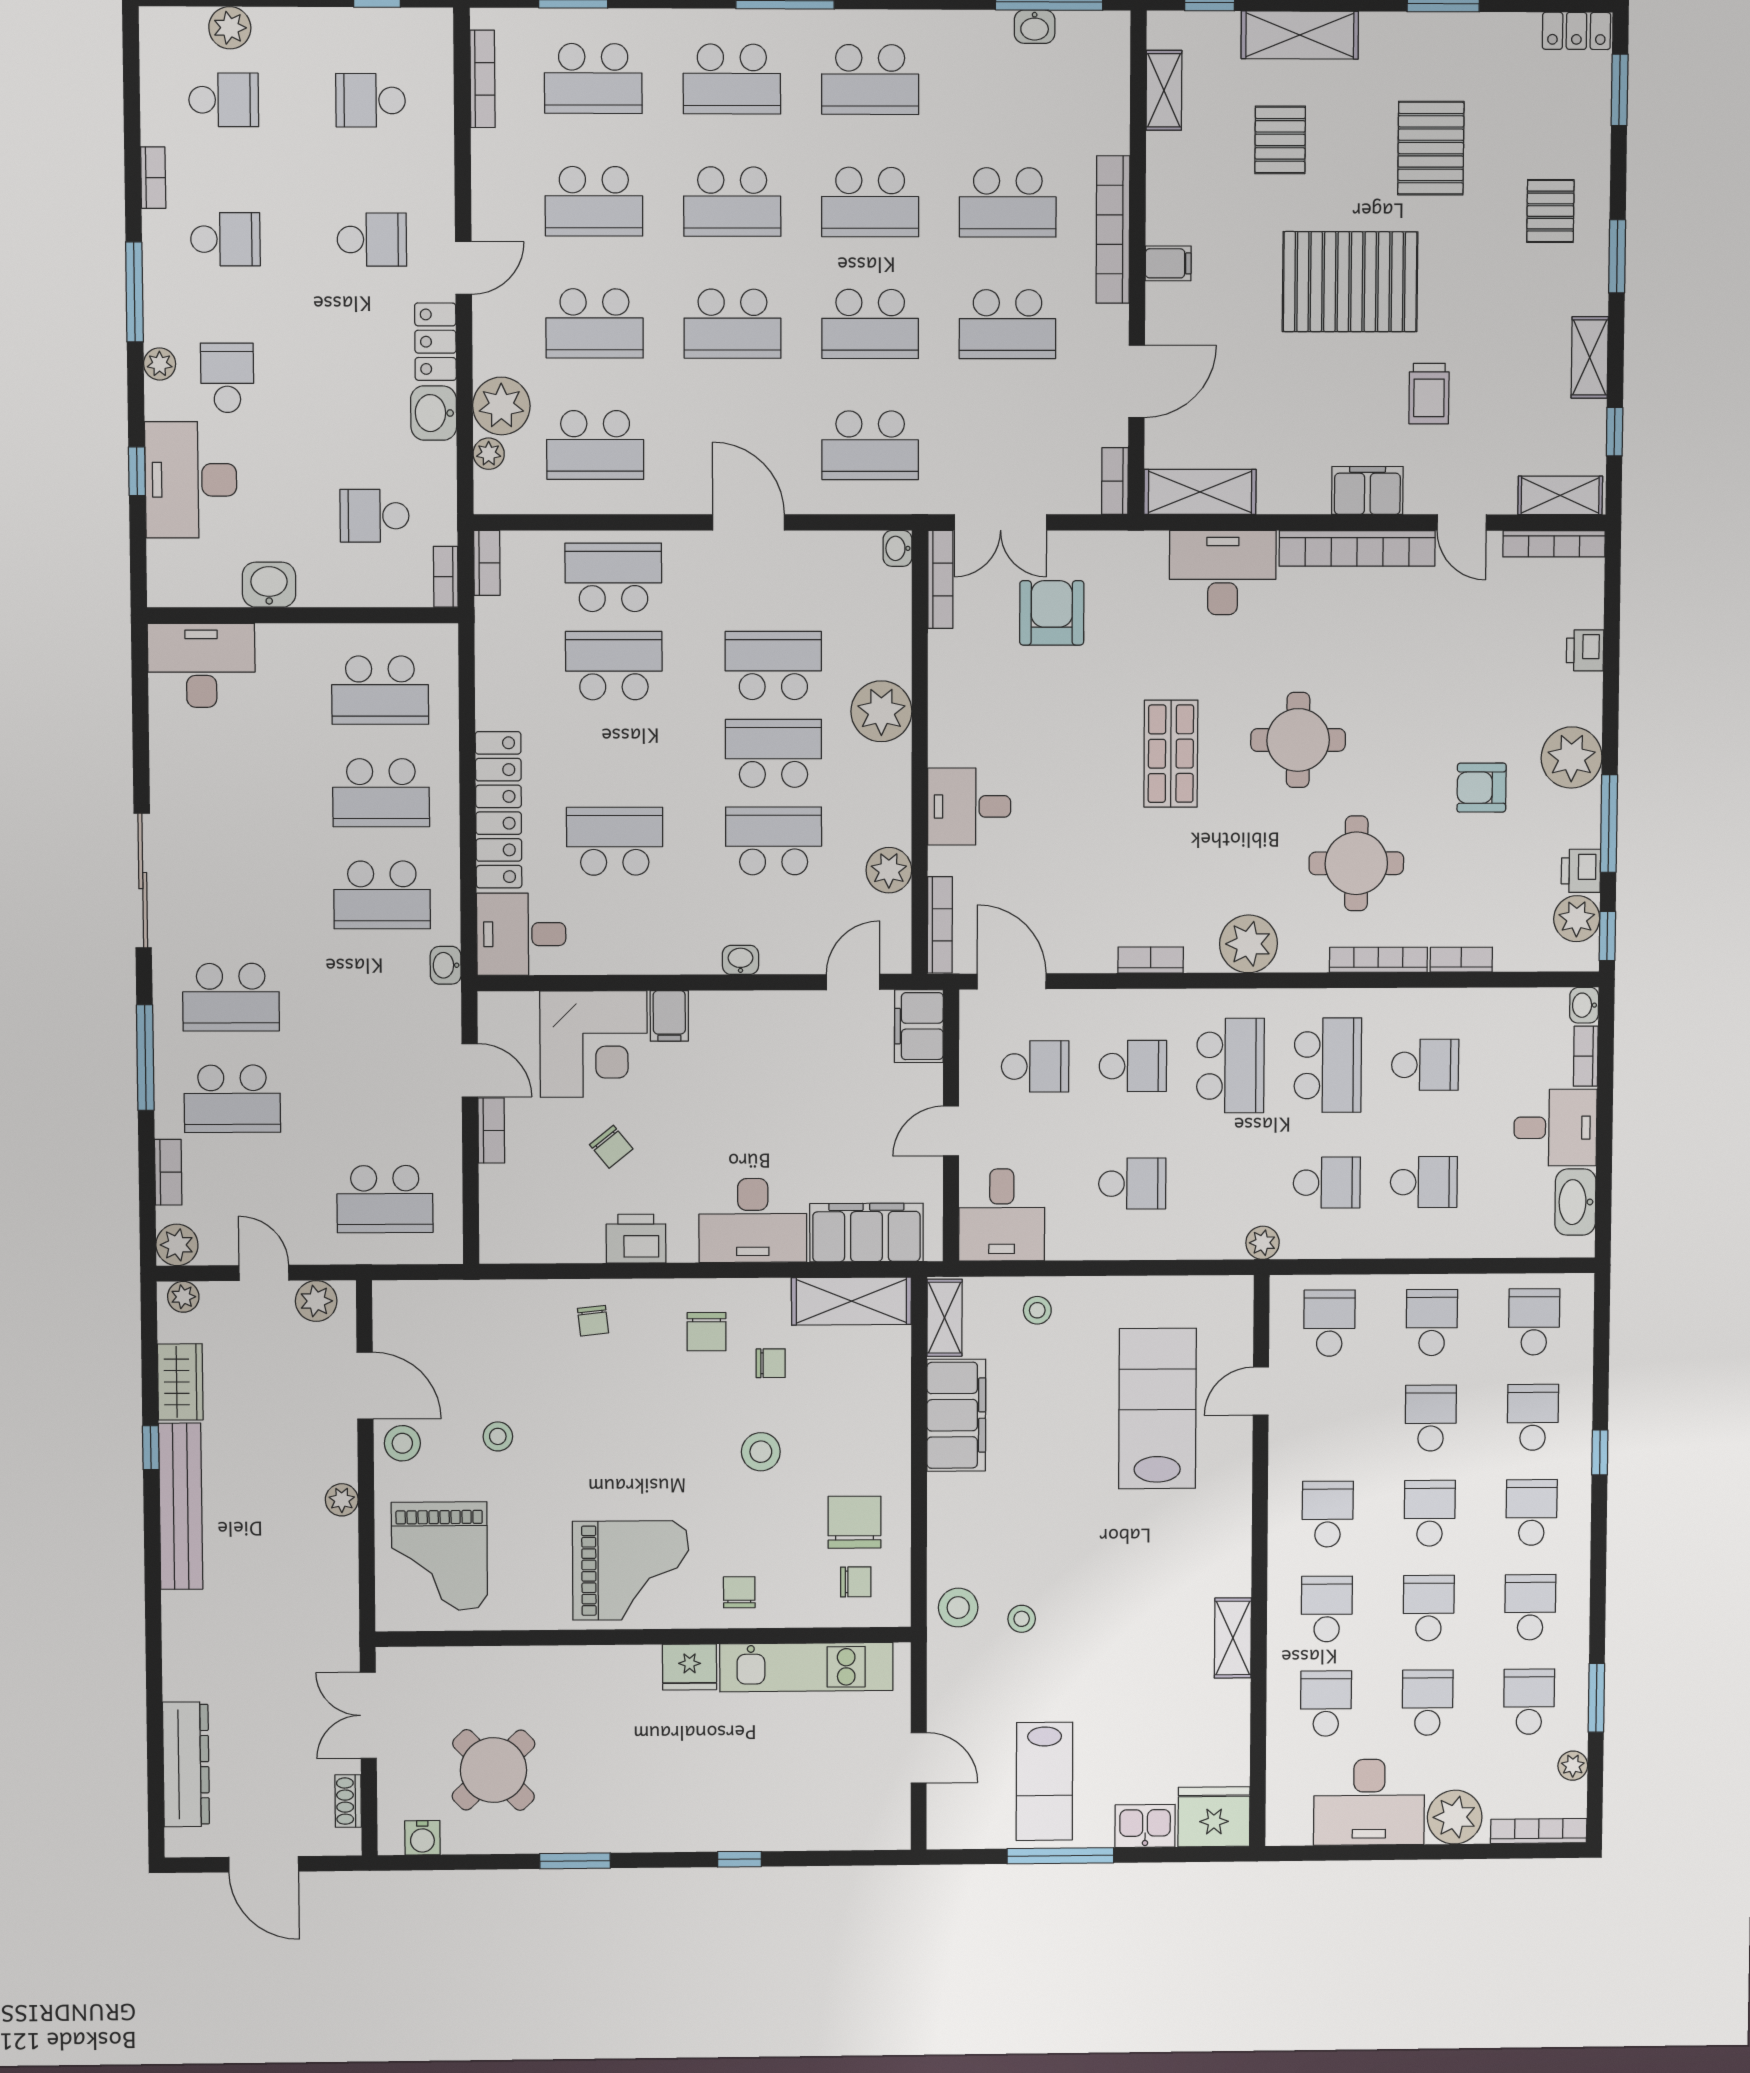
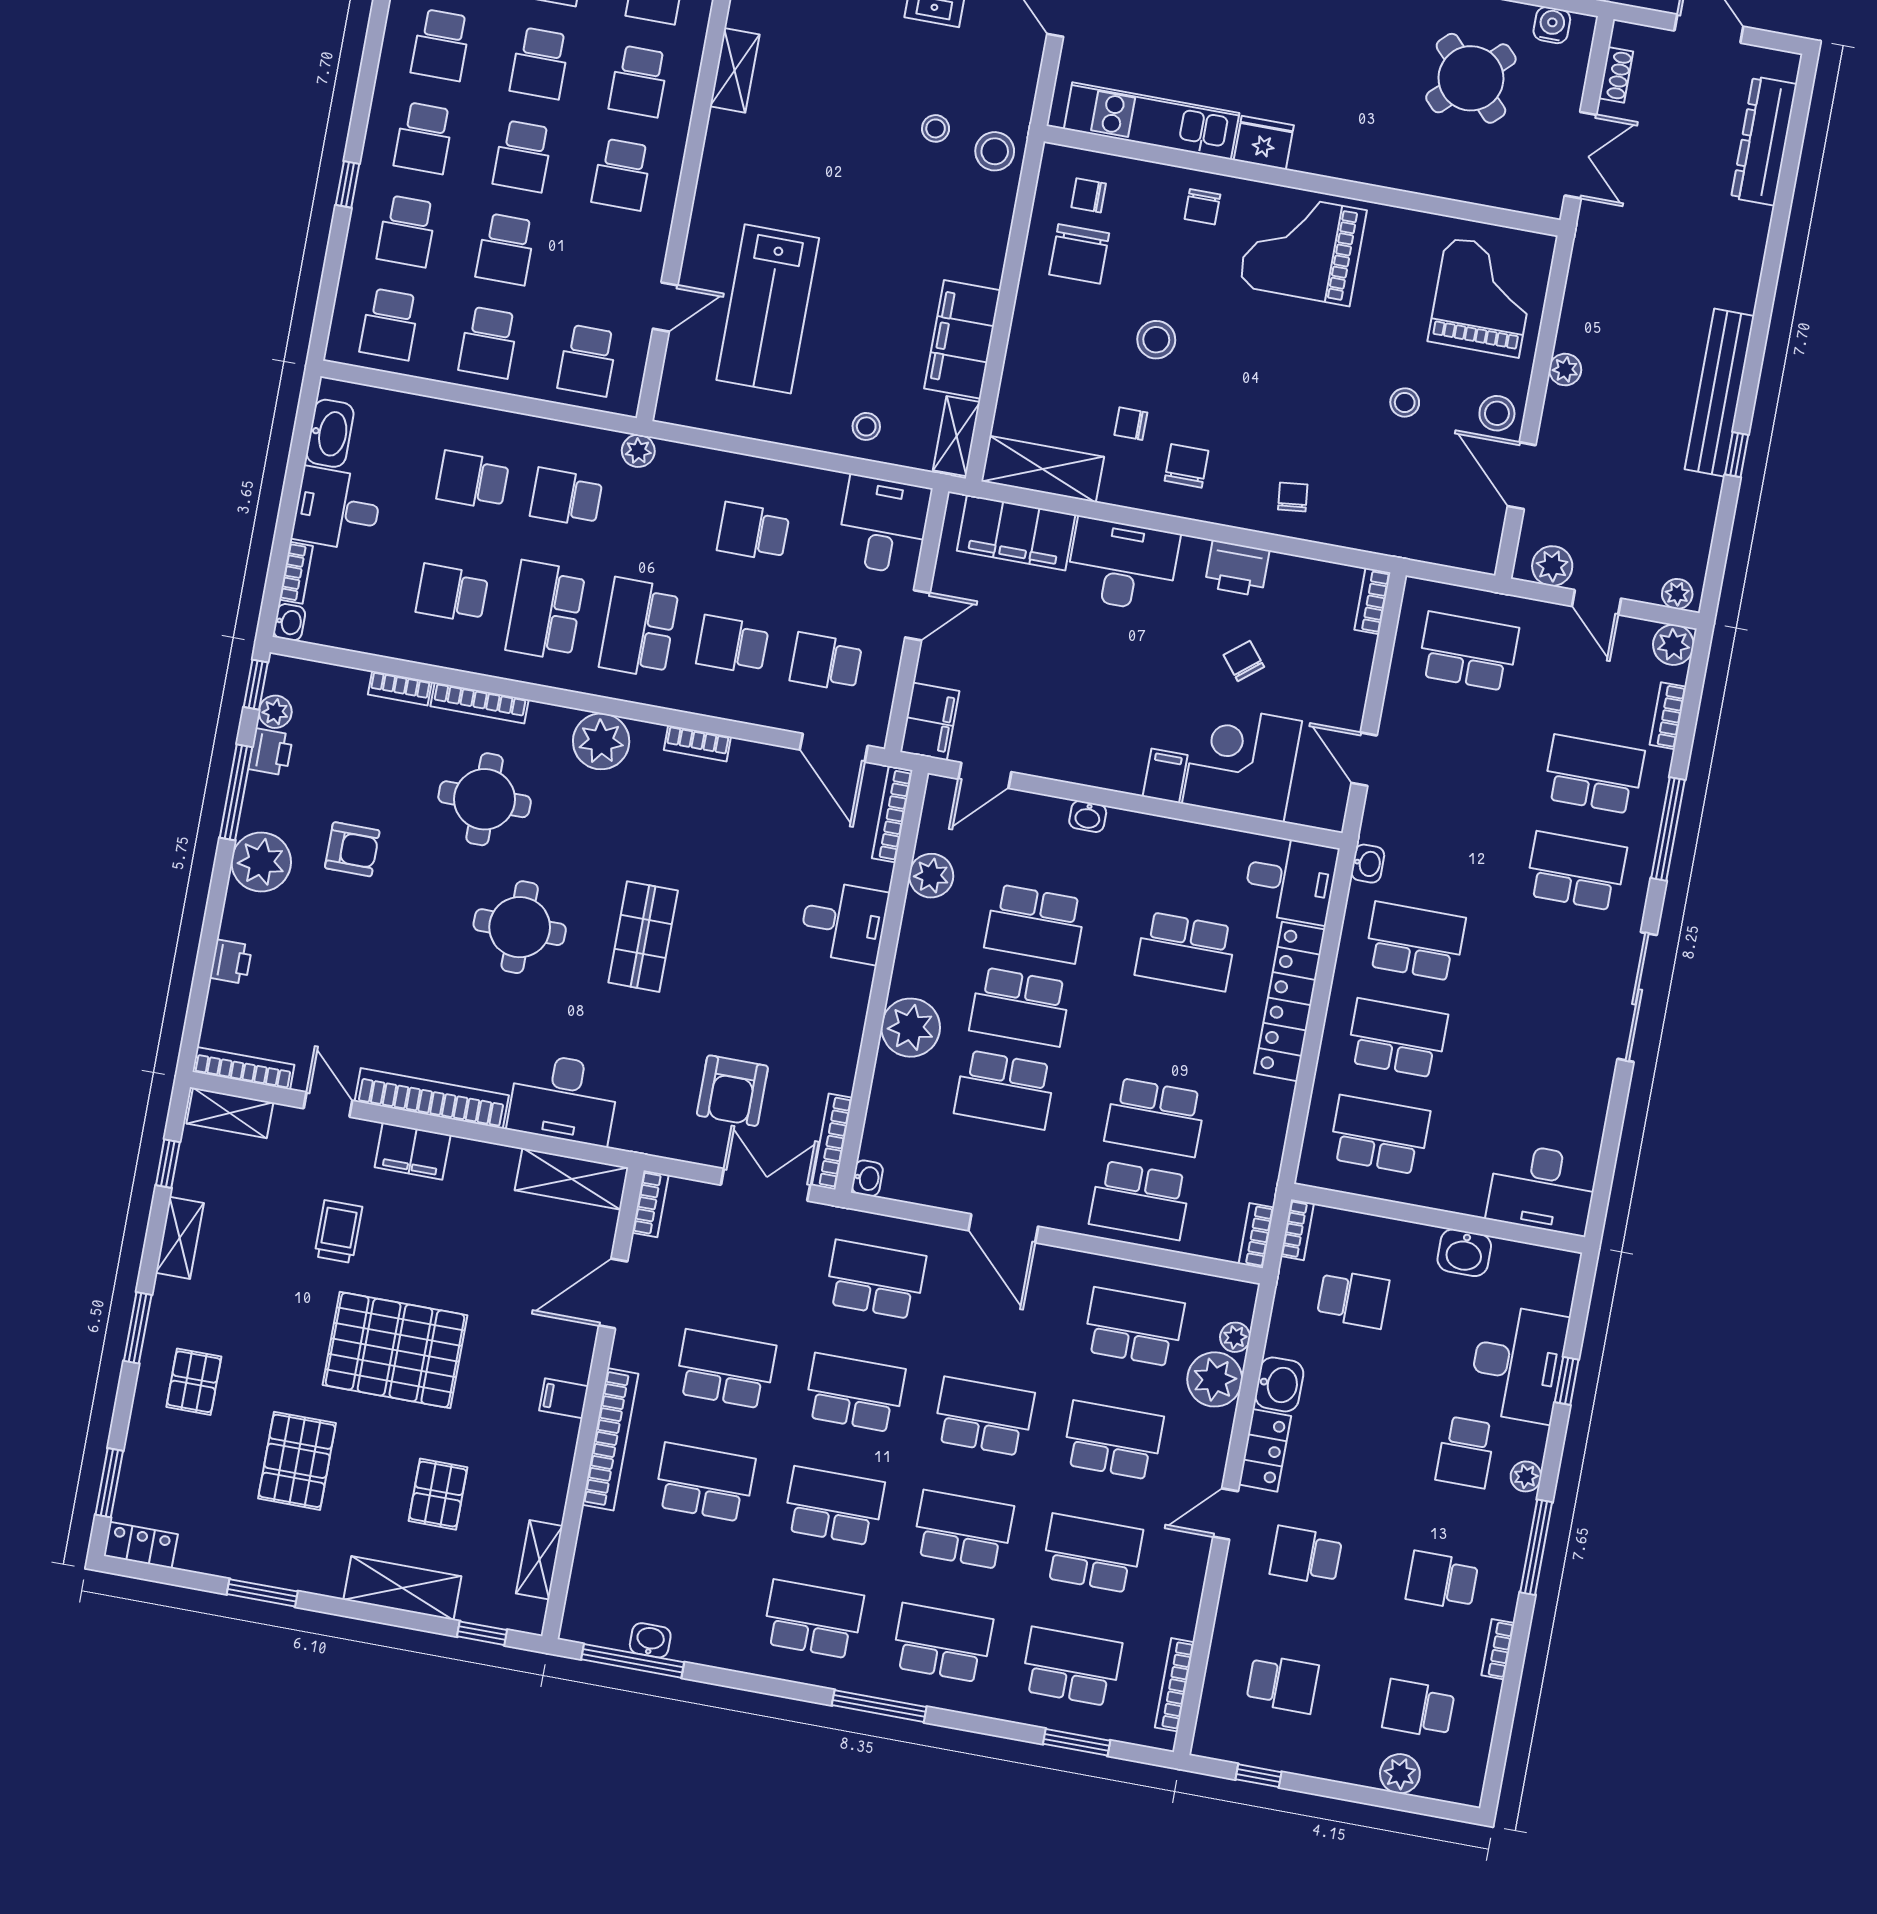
plant: (1577, 919) -> (275, 712), width x0.73, depth x0.73
bookcase: (491, 1131) -> (1372, 601), moved
wardrobe: (180, 1382) -> (1696, 513), removed

